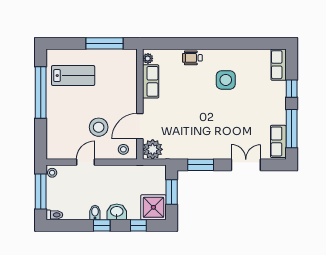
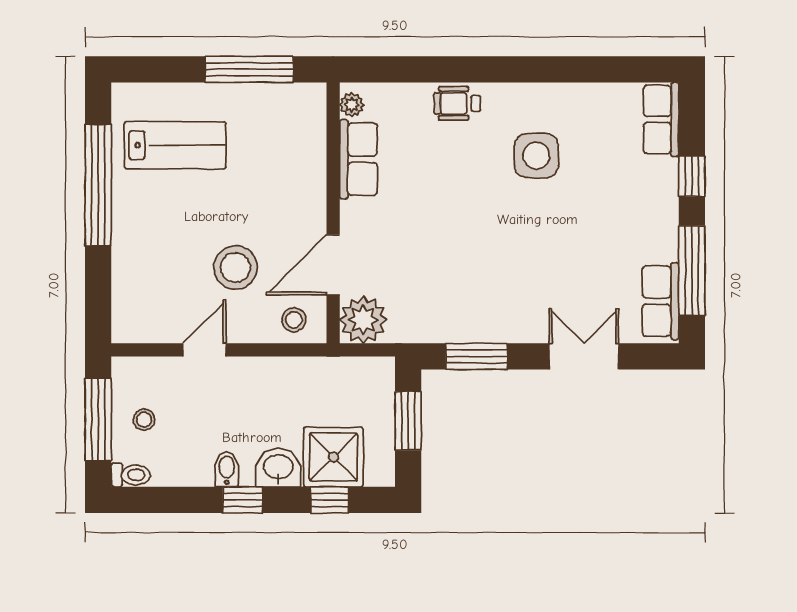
stool: (52, 173) -> (144, 420), moved
shower: (153, 207) -> (333, 457), moved

